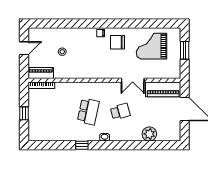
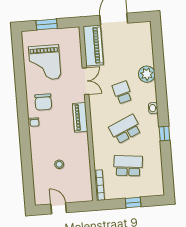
piano: (41, 73) -> (80, 117), moved
school desk: (56, 111) -> (128, 166), added
school desk: (88, 111) -> (125, 129), turned -36
plant: (149, 134) -> (147, 74), moved

